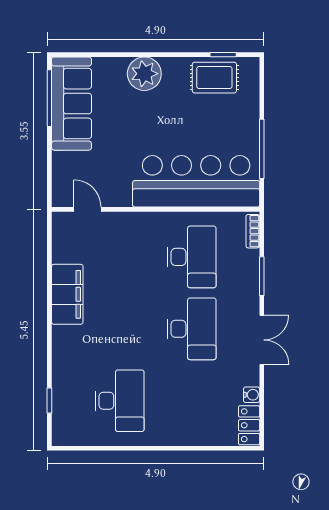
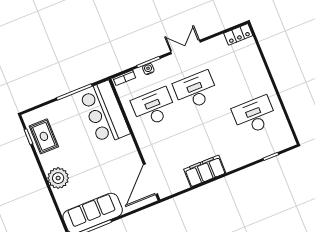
bar counter: (196, 181) -> (105, 113), width x0.73
door: (87, 209) -> (151, 179), width x1.87
water cooler: (252, 395) -> (148, 69), moved

